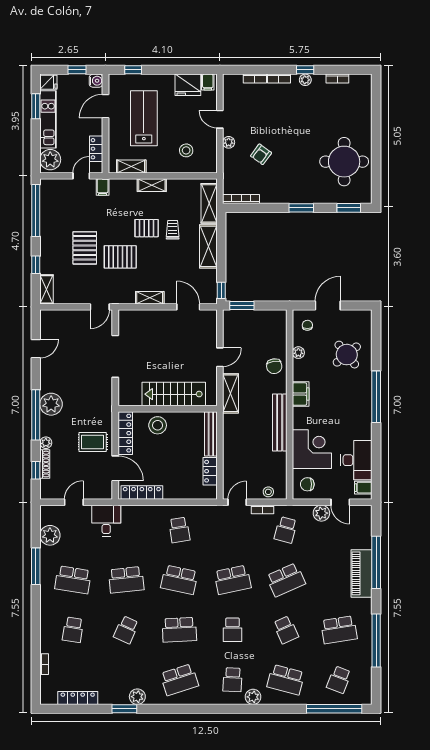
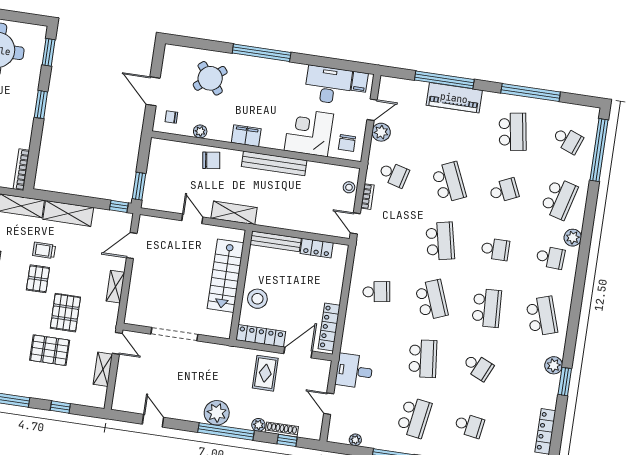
shelving: (47, 289) -> (103, 369), moved, turned 90
plant: (50, 535) -> (355, 440), width x0.53, depth x0.53
school desk: (179, 580) -> (432, 300), turned -33

